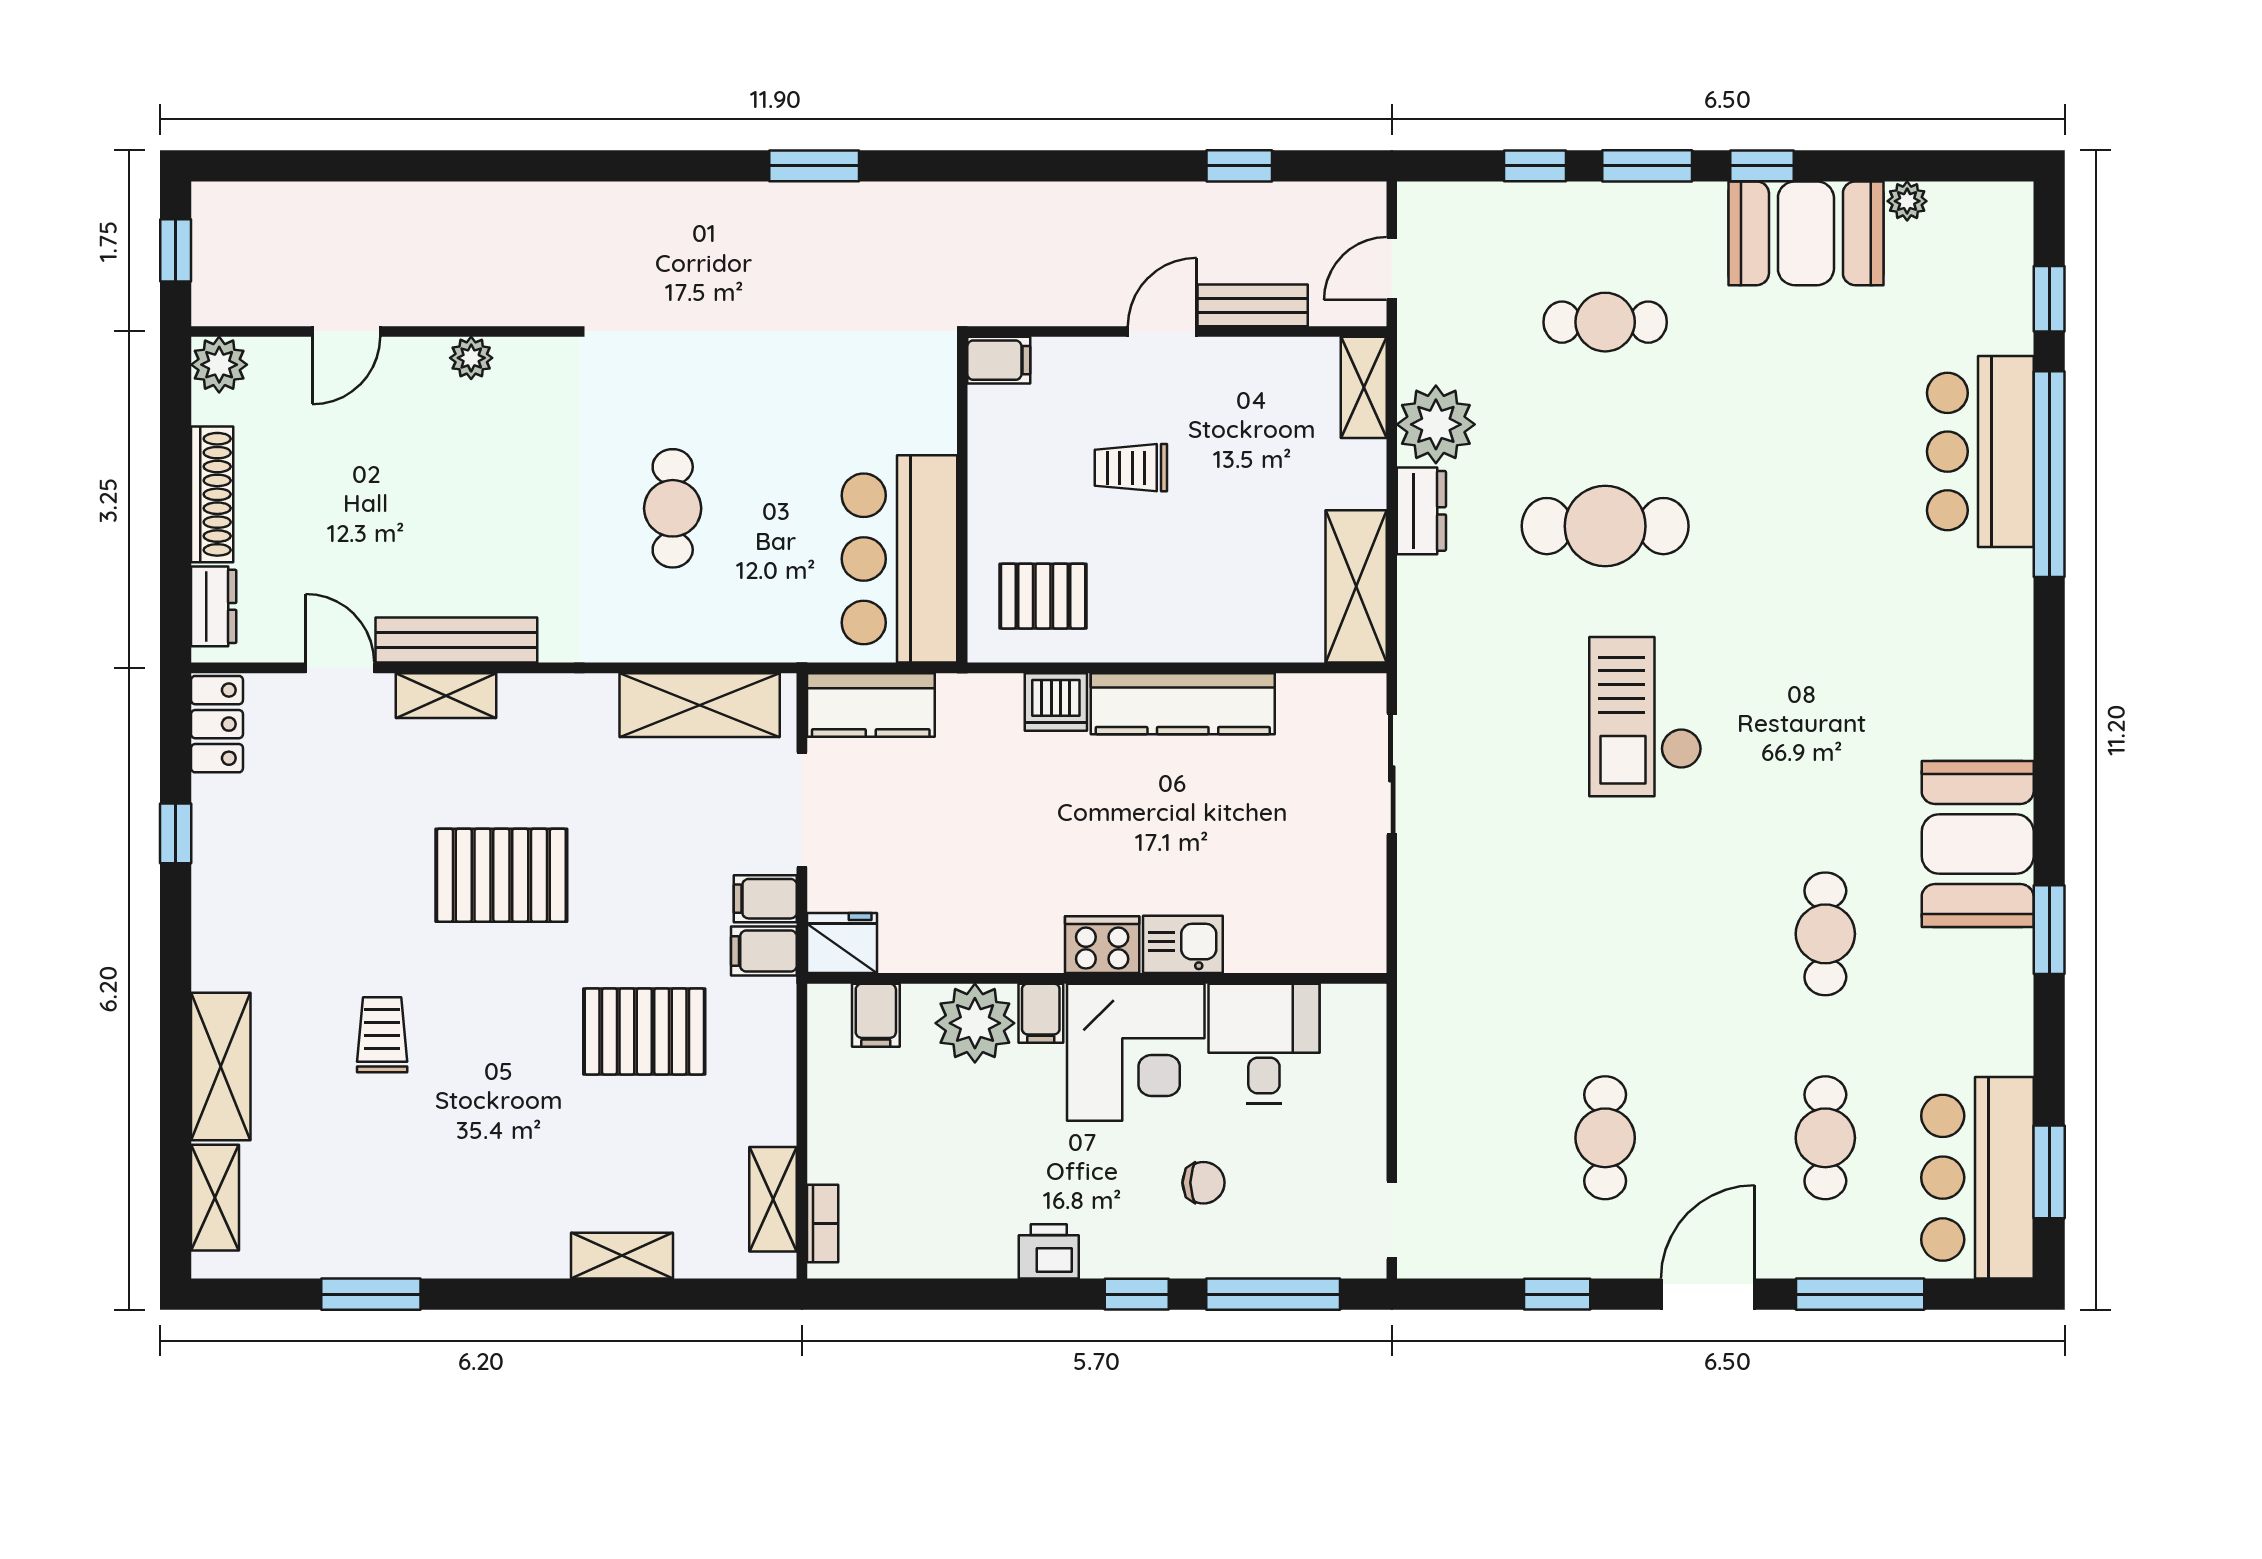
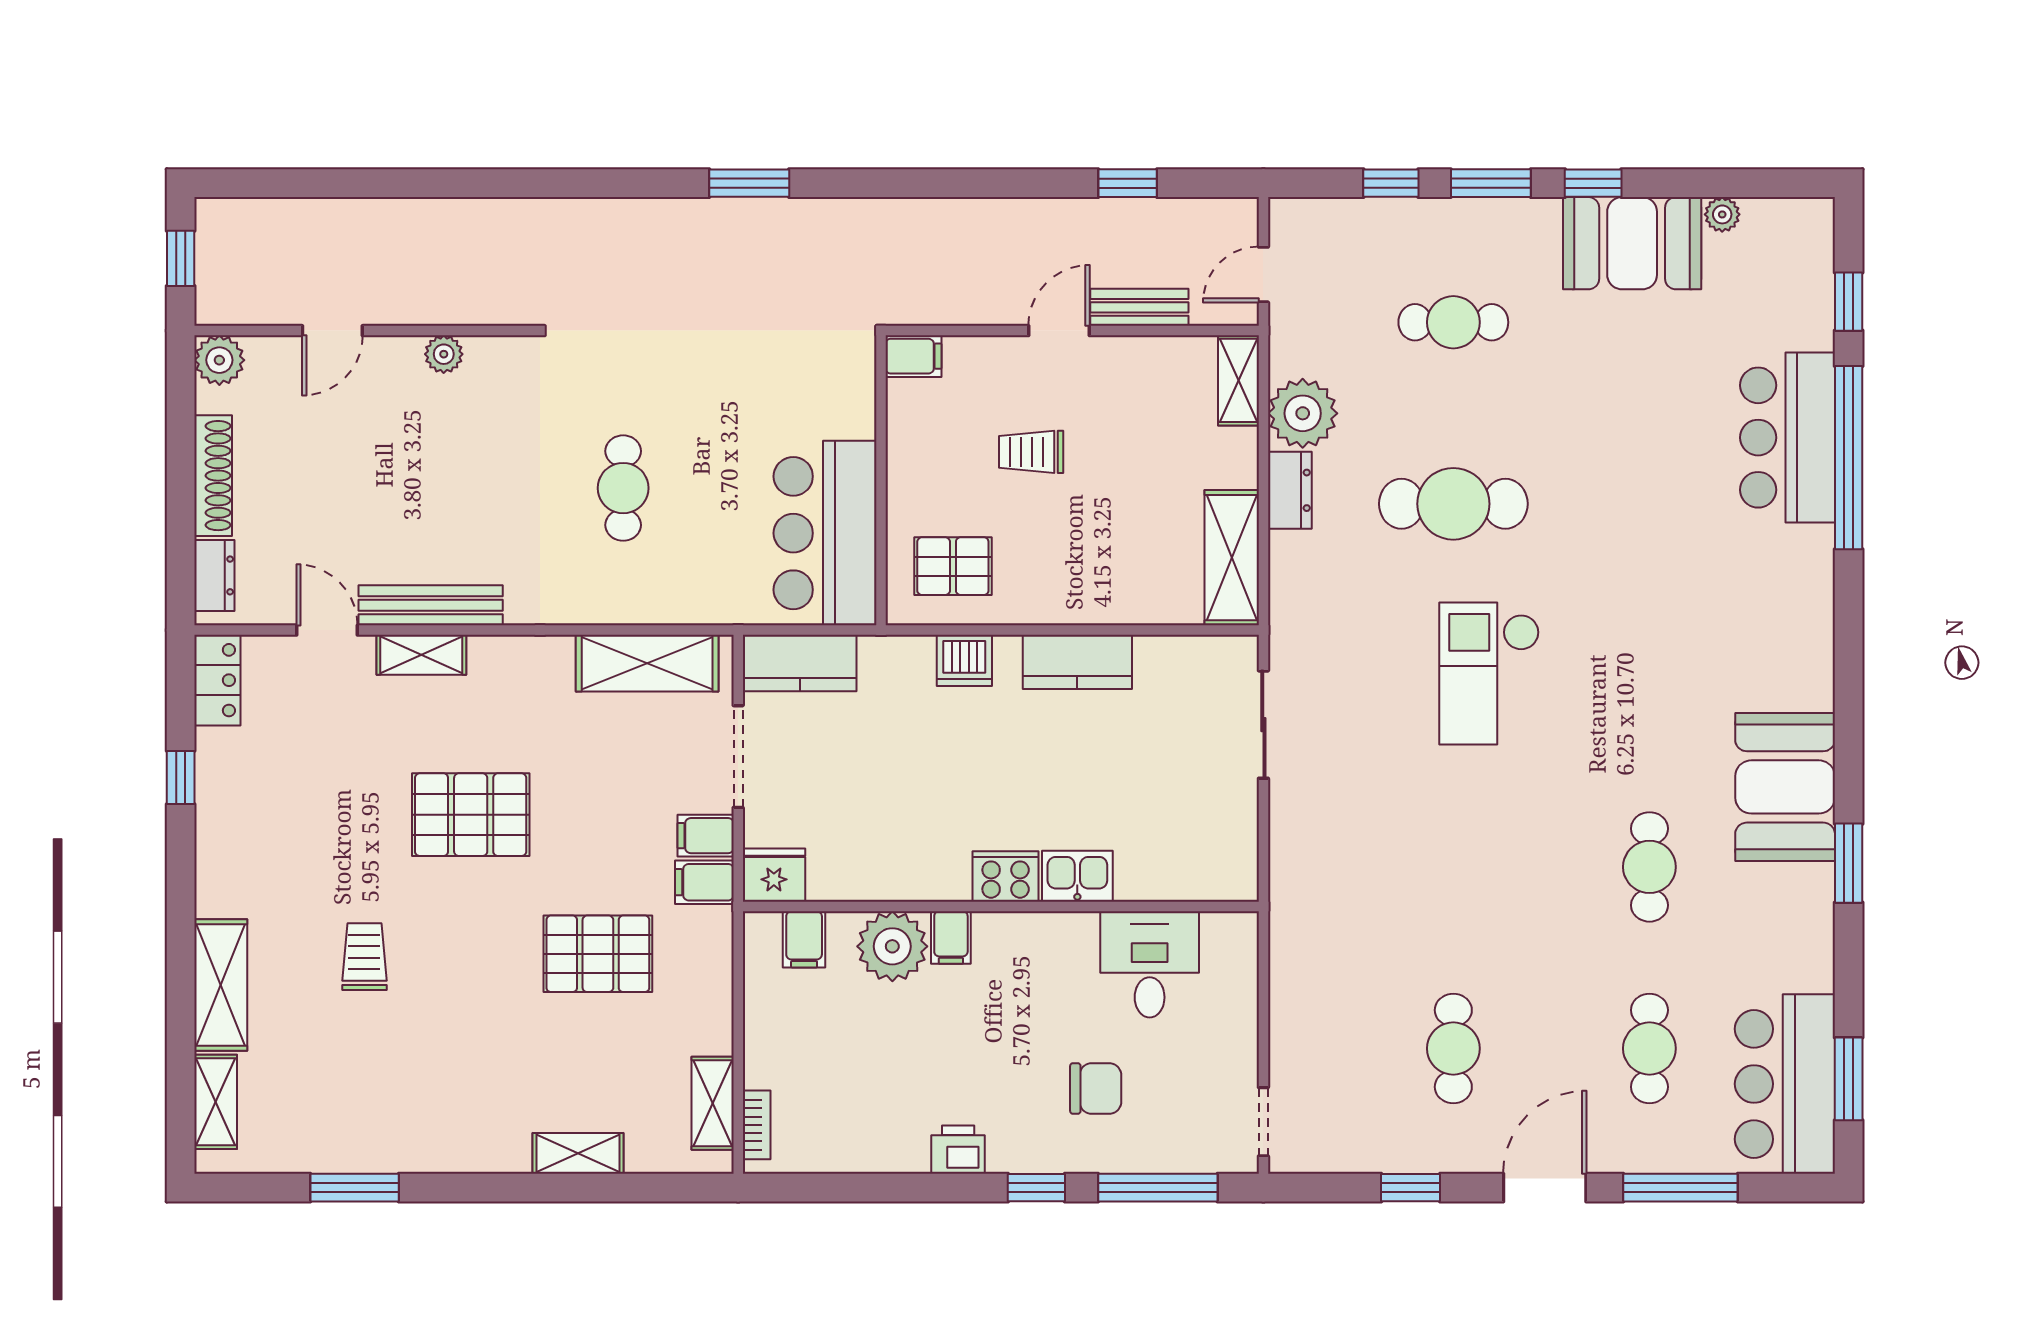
kitchen counter: (1183, 704) -> (1077, 662), width x0.67
corner desk: (1136, 1052) -> (1035, 972), removed
chair: (1203, 1183) -> (1096, 1088), width x1.37, depth x1.37

